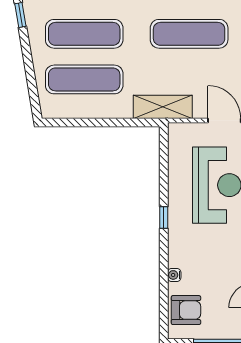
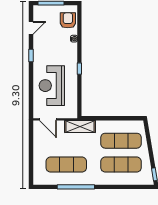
armchair: (186, 310) -> (68, 20), turned 90

